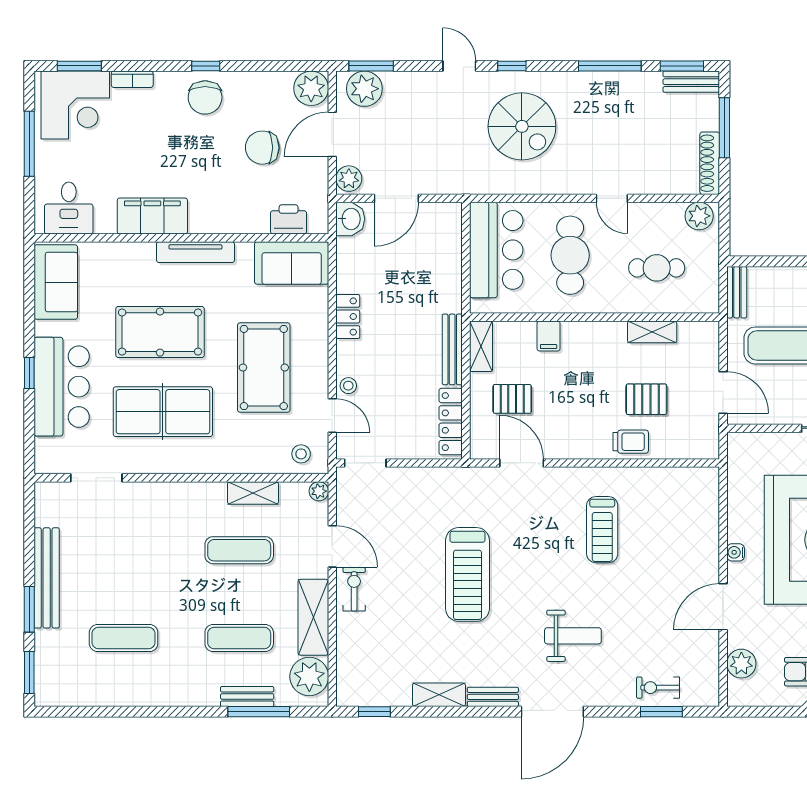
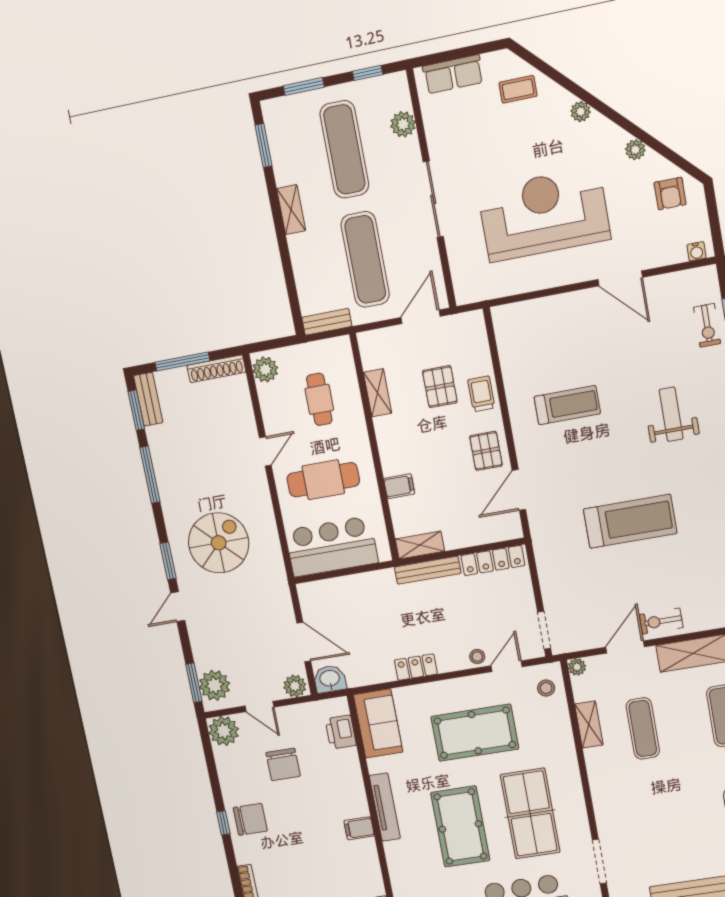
window: (512, 66) -> (168, 561), width x1.50
door: (332, 134) -> (259, 707), width x0.73
filing cabinet: (152, 216) -> (359, 828), width x0.33, depth x0.86
pallet: (512, 399) -> (486, 451), moved
water cooler: (736, 552) -> (696, 251), moved
plant: (741, 664) -> (671, 250), removed

